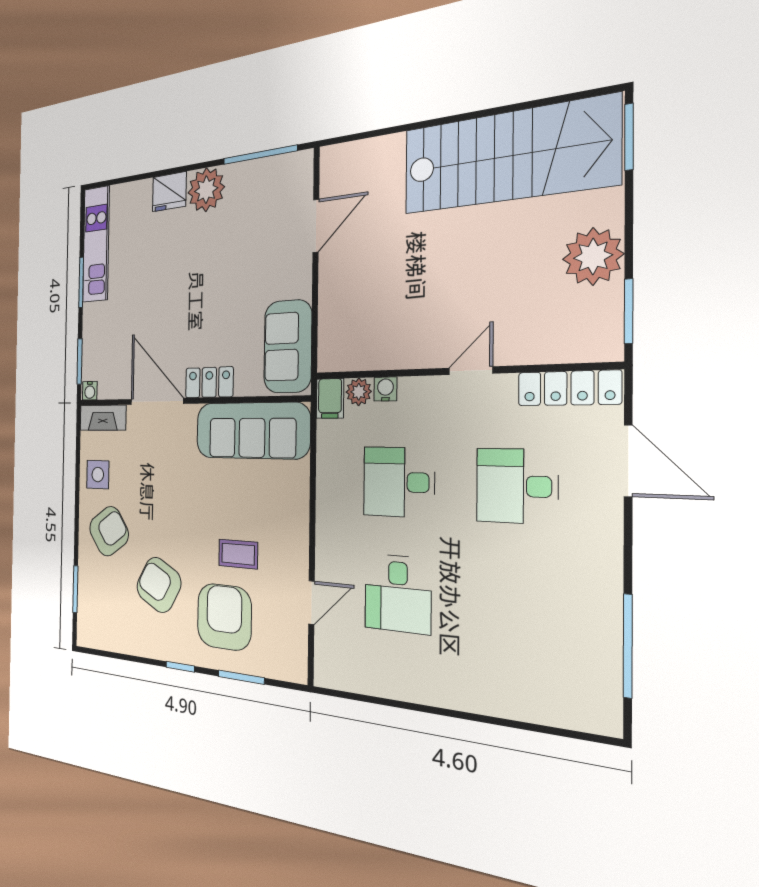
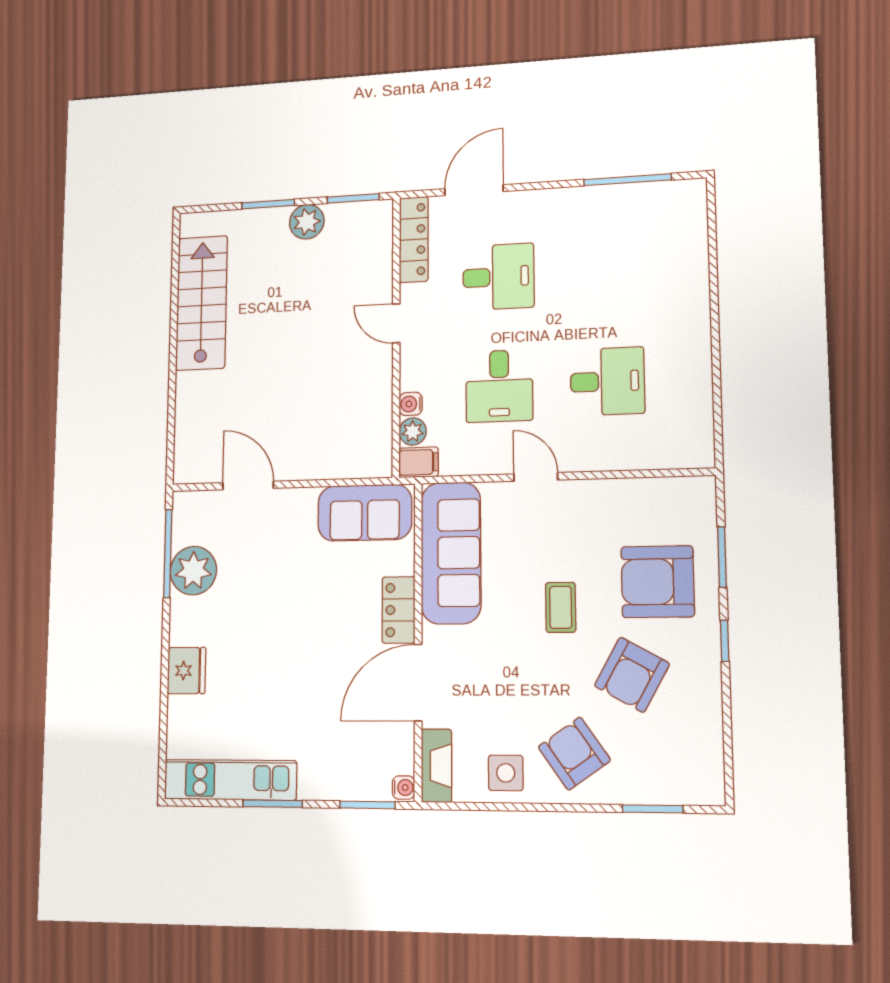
window: (629, 137) -> (268, 204), moved
stairs: (508, 156) -> (202, 303), width x0.73, depth x0.66
plant: (206, 190) -> (193, 571), moved
plant: (593, 257) -> (307, 222), width x0.73, depth x0.73
desk: (517, 486) -> (498, 277), turned -90
coffee table: (238, 554) -> (561, 607), moved
door: (311, 603) -> (536, 477), moved

